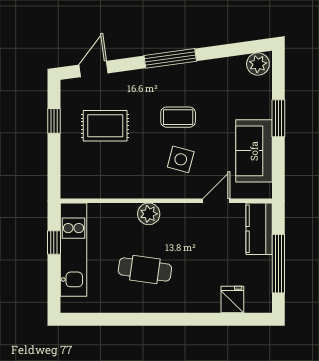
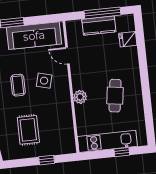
window: (54, 121) -> (47, 160), moved
sofa: (254, 151) -> (34, 36), width x1.36
kitchen counter: (259, 229) -> (99, 26), moved
window: (54, 243) -> (122, 152), moved

